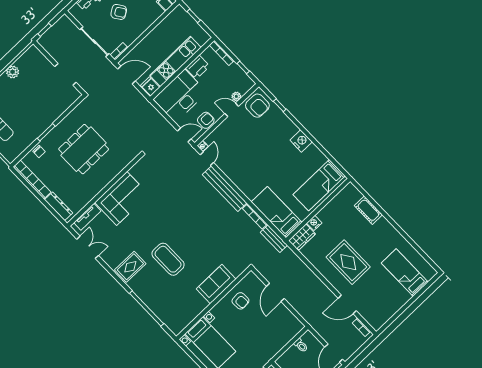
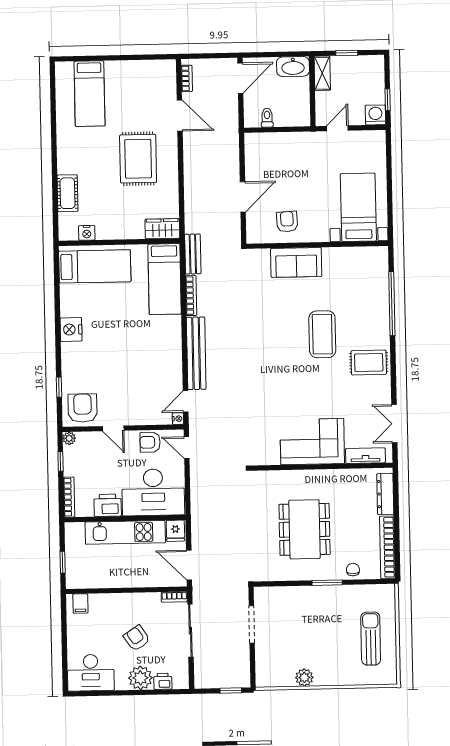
plant: (236, 96) -> (69, 438), moved
dining table: (84, 149) -> (305, 529), turned 90
nightstand: (314, 223) -> (87, 233), moved

